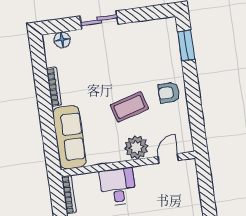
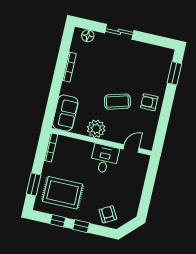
sofa: (69, 137) -> (65, 113), width x0.73
plant: (136, 147) -> (96, 129), moved
desk: (118, 187) -> (104, 159), moved

